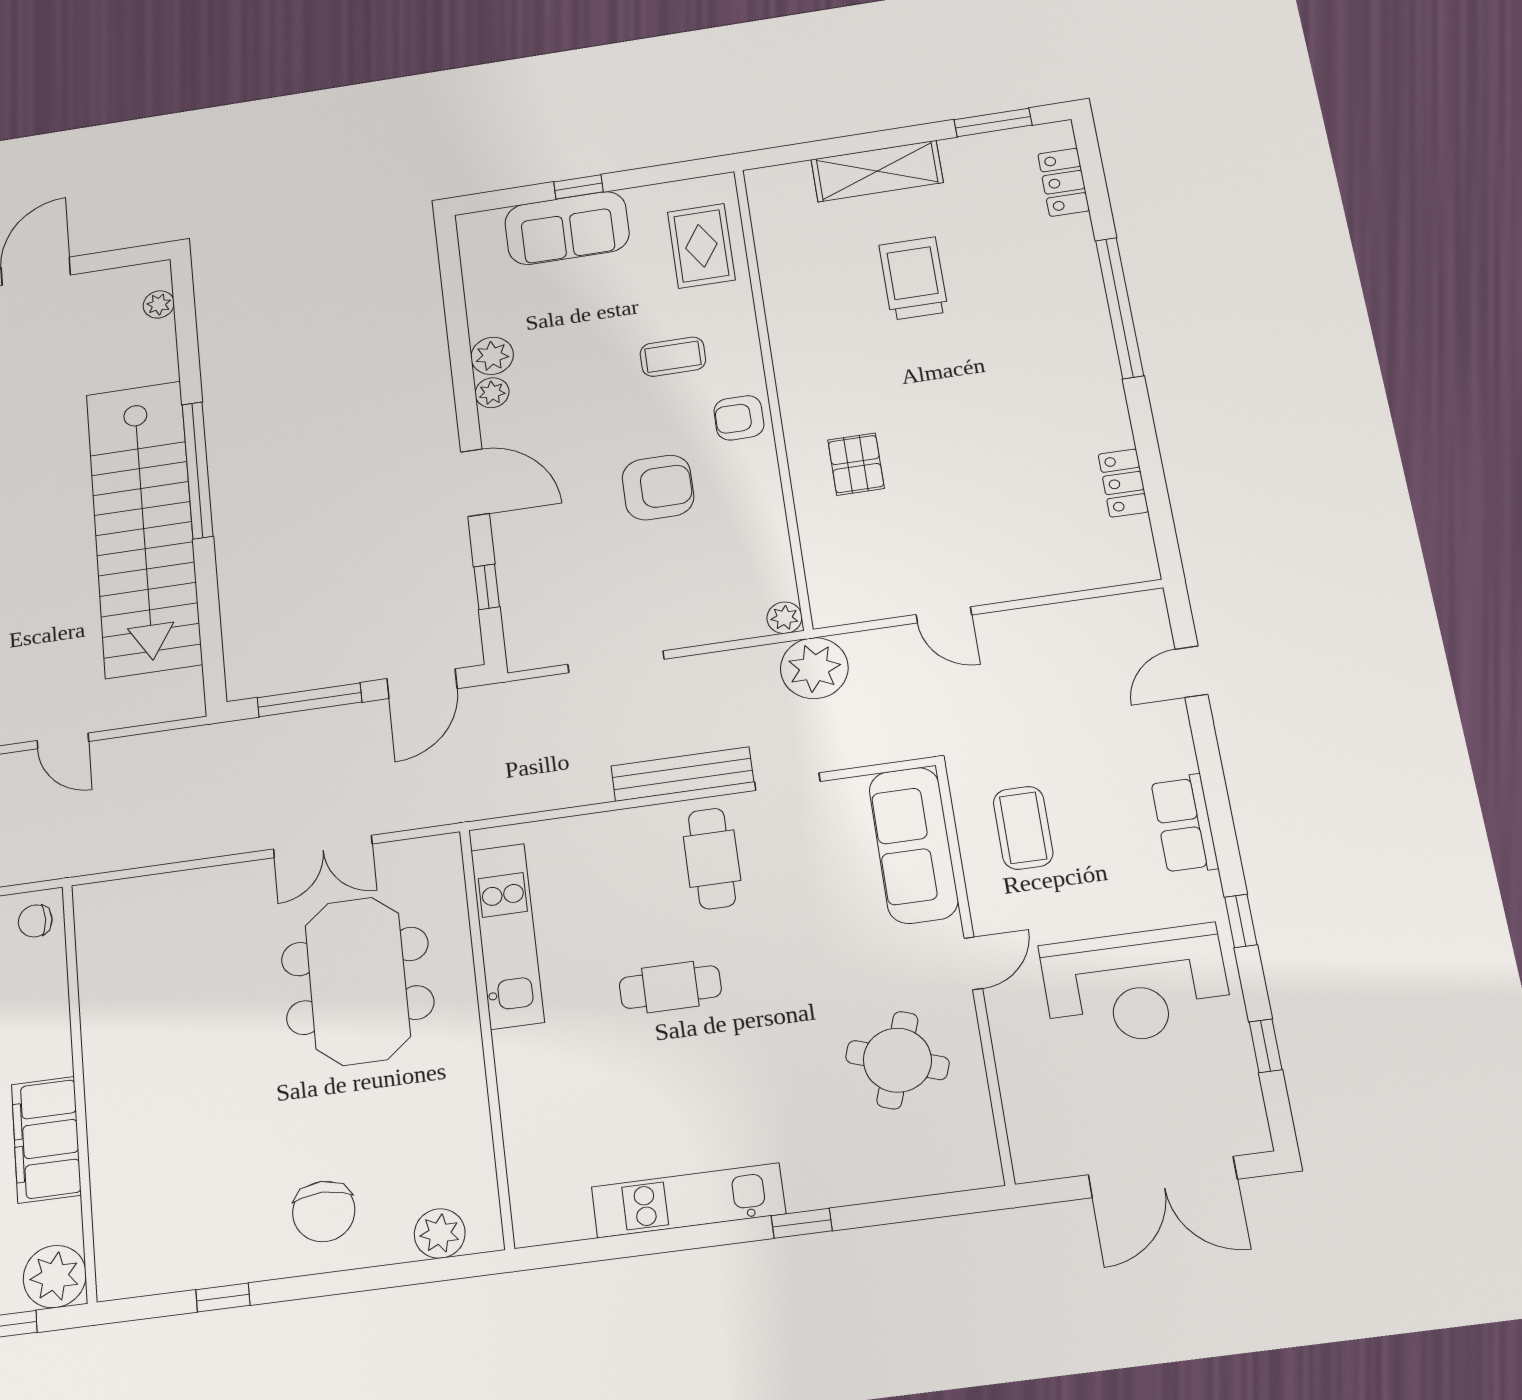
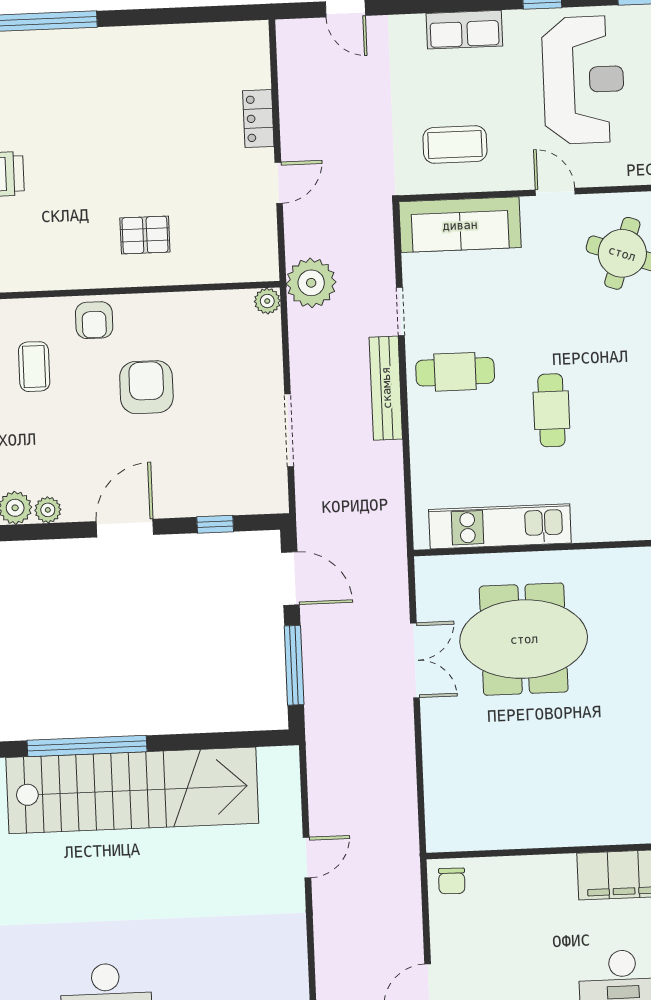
locker: (1123, 483) -> (258, 119), moved, turned 90

